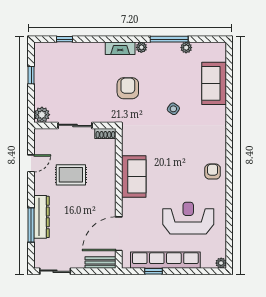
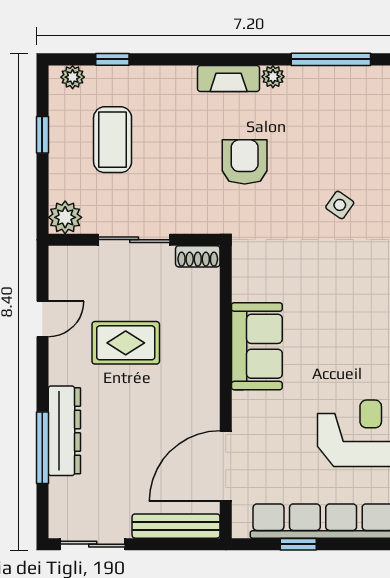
plant: (186, 48) -> (73, 77), moved
coffee table: (65, 78) -> (113, 140), added
bench: (101, 262) -> (176, 526), width x1.36

